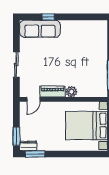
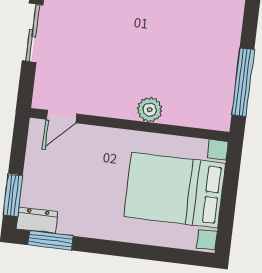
piano: (53, 92) -> (107, 104), removed

